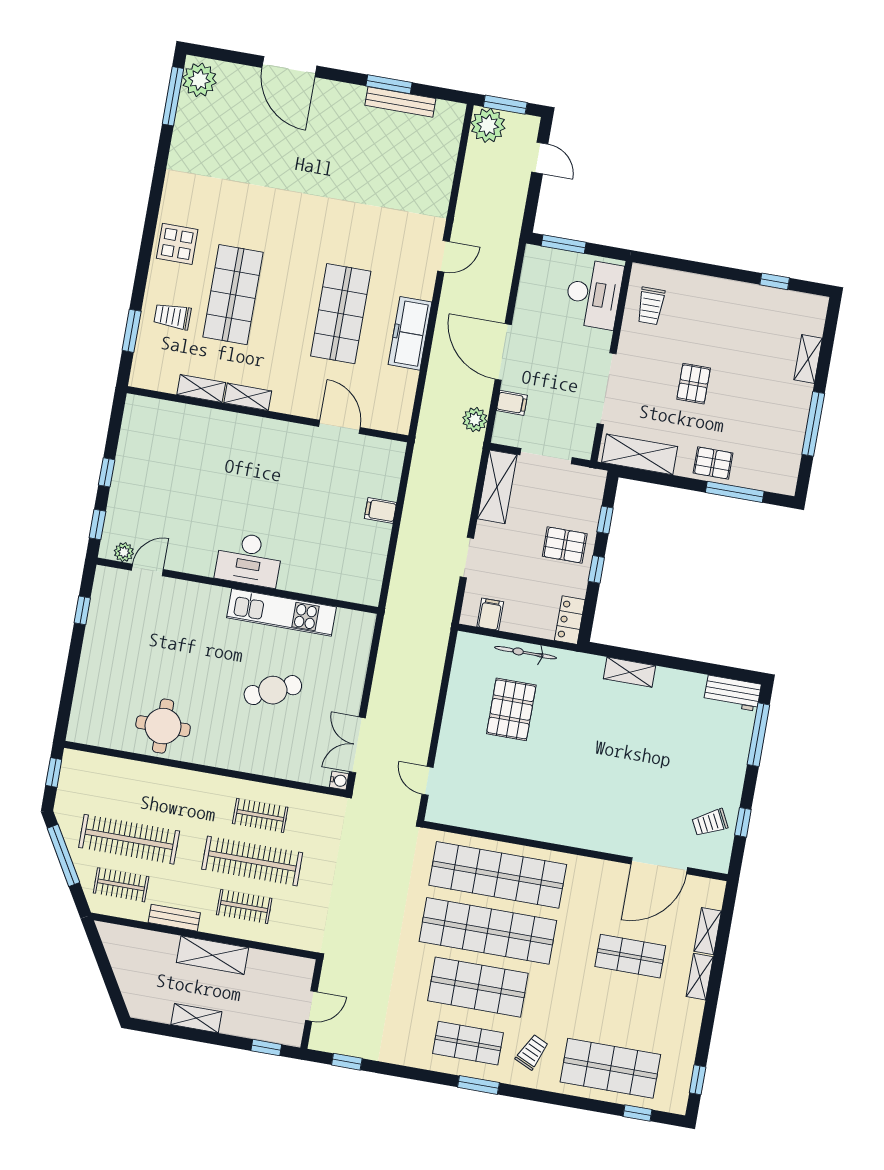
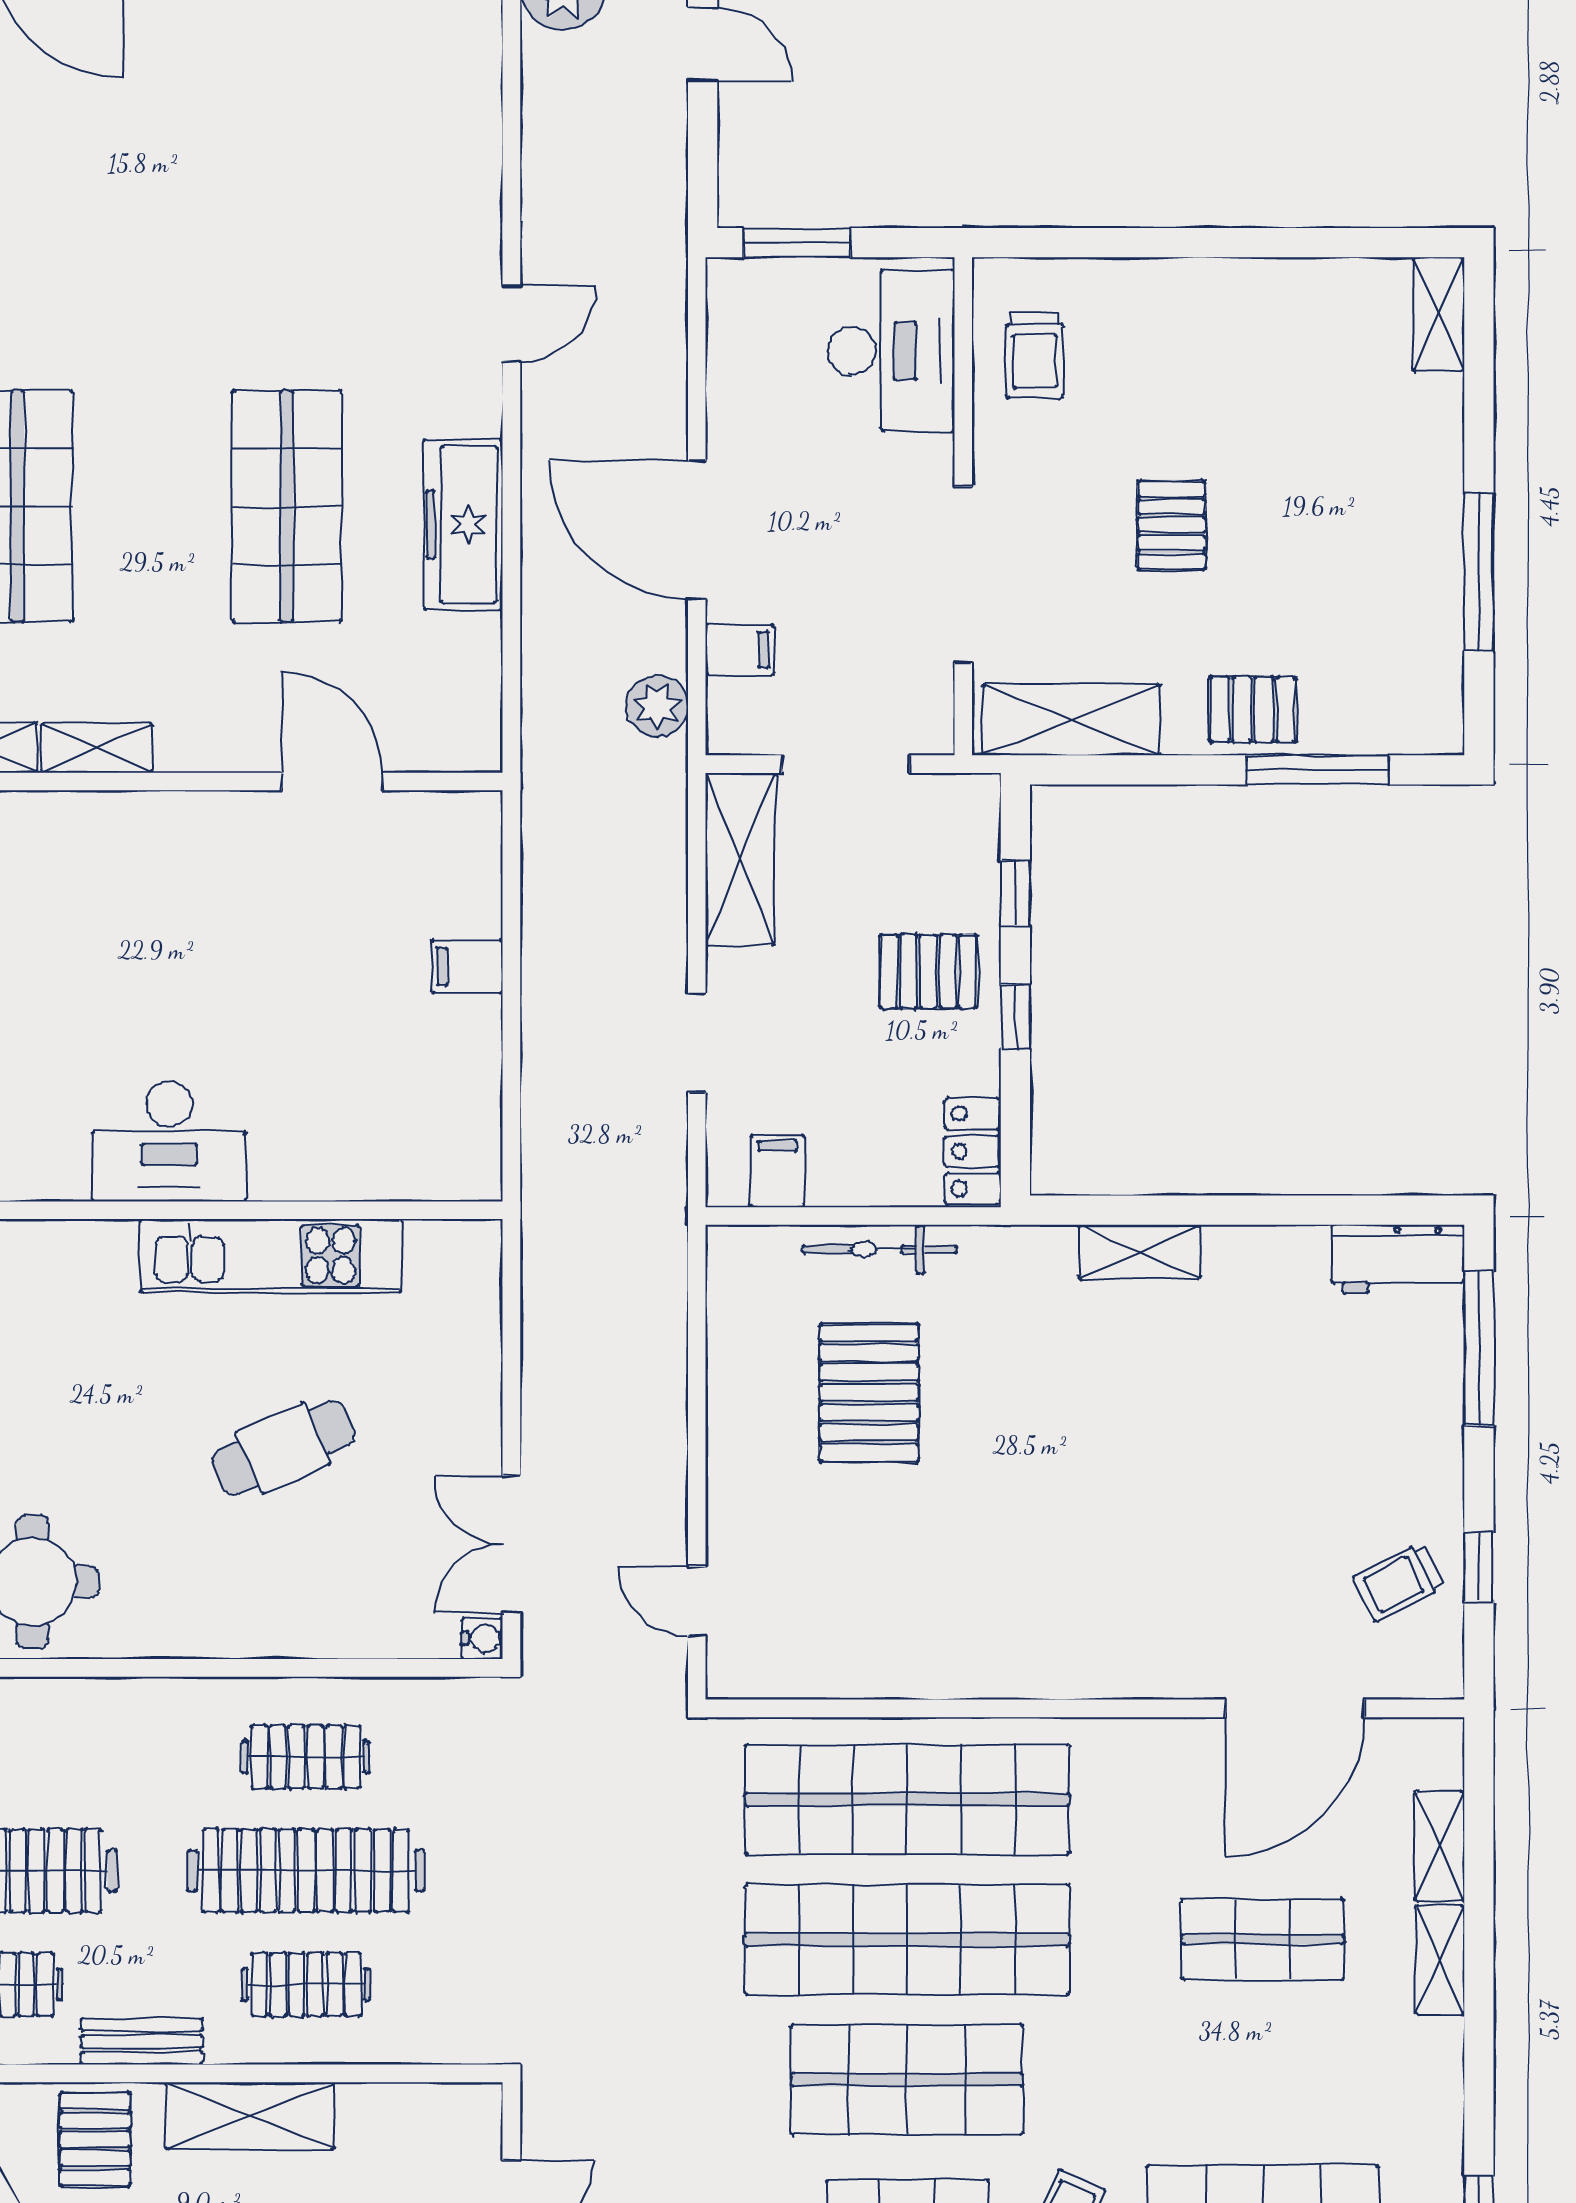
window: (775, 281) -> (1324, 243), removed
shelving: (808, 359) -> (1439, 314), moved
pallet: (149, 954) -> (95, 2139), added

